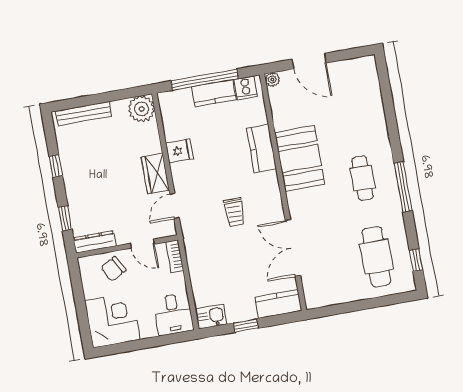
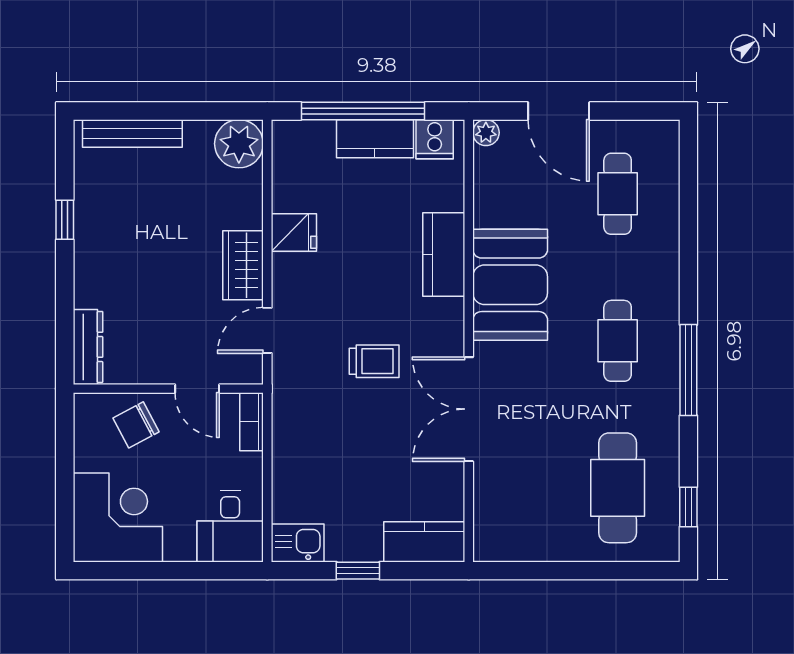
cafe table: (348, 100) -> (618, 194), added
trolley: (234, 212) -> (374, 361), turned -90
window: (65, 218) -> (65, 317), removed
dresser: (95, 242) -> (88, 347), moved, turned 90
double door: (293, 248) -> (469, 409), moved

